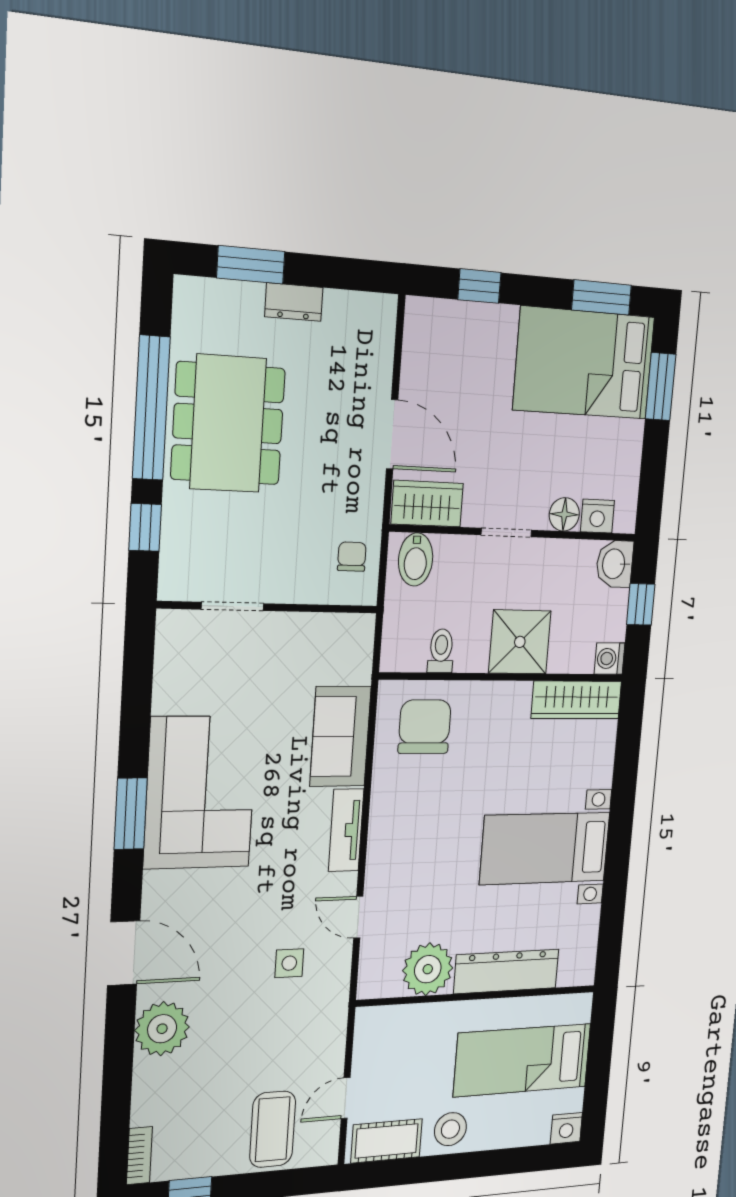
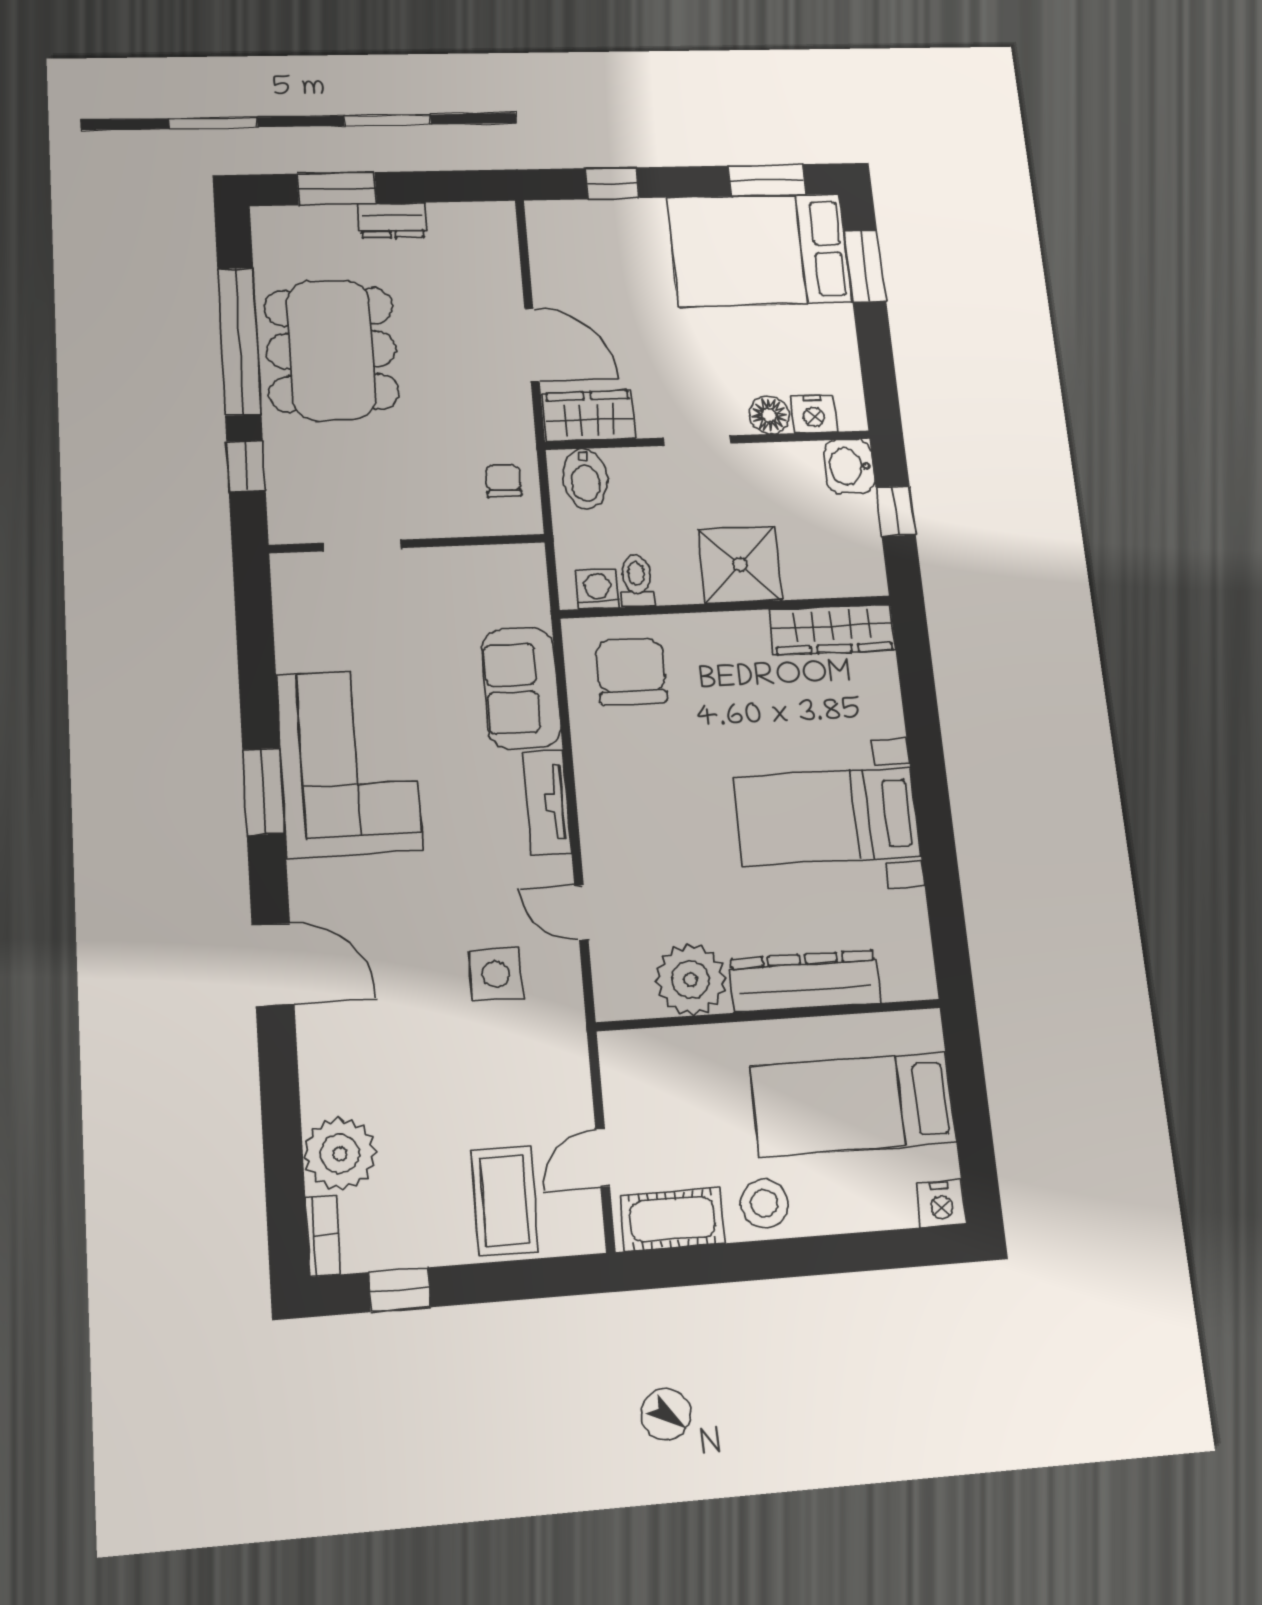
washing machine: (609, 659) -> (597, 589), moved, turned 90
side table: (289, 963) -> (496, 974), width x1.37, depth x1.37
plant: (162, 1029) -> (340, 1154), moved

